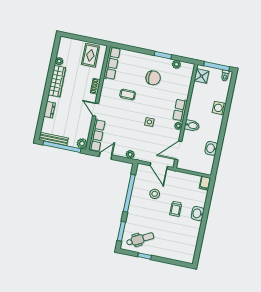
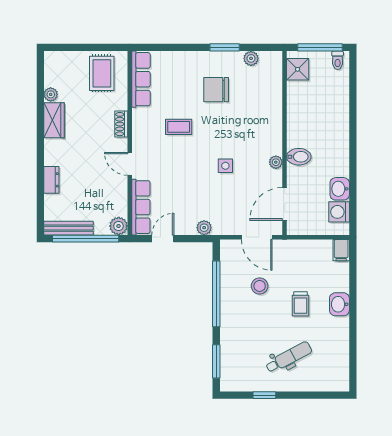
chair: (153, 78) -> (216, 90), turned 180
wardrobe: (57, 81) -> (54, 120), width x0.67
washing machine: (219, 108) -> (339, 212), moved
row of seats: (180, 110) -> (273, 135), removed
dental chair: (140, 239) -> (289, 357), moved

